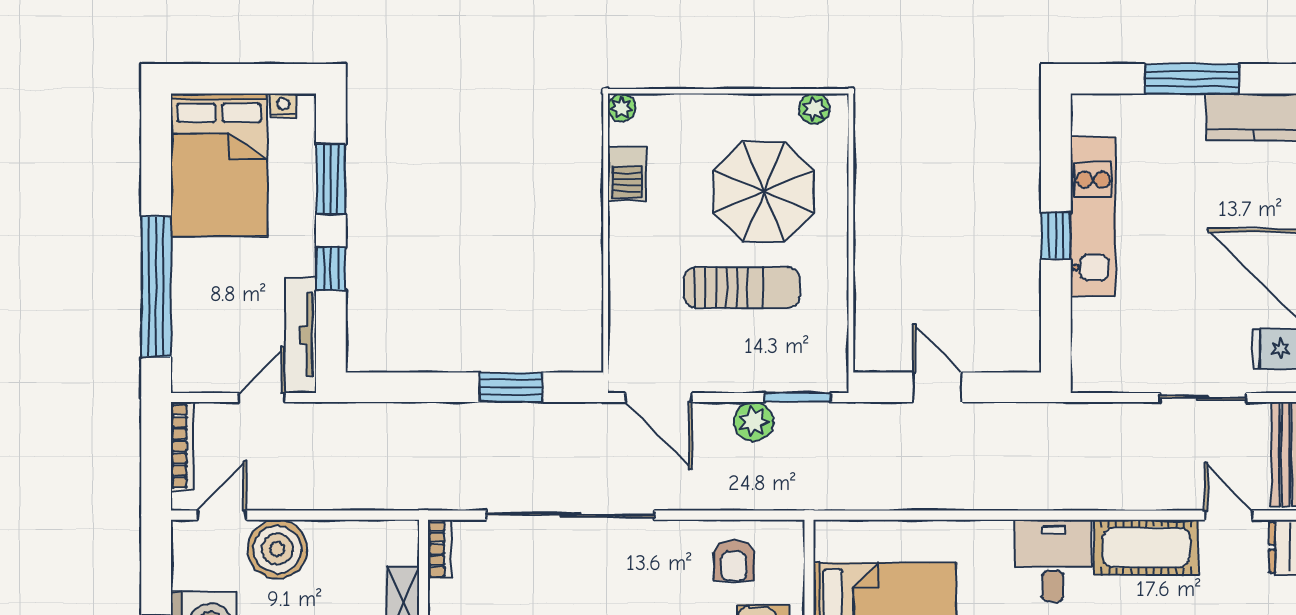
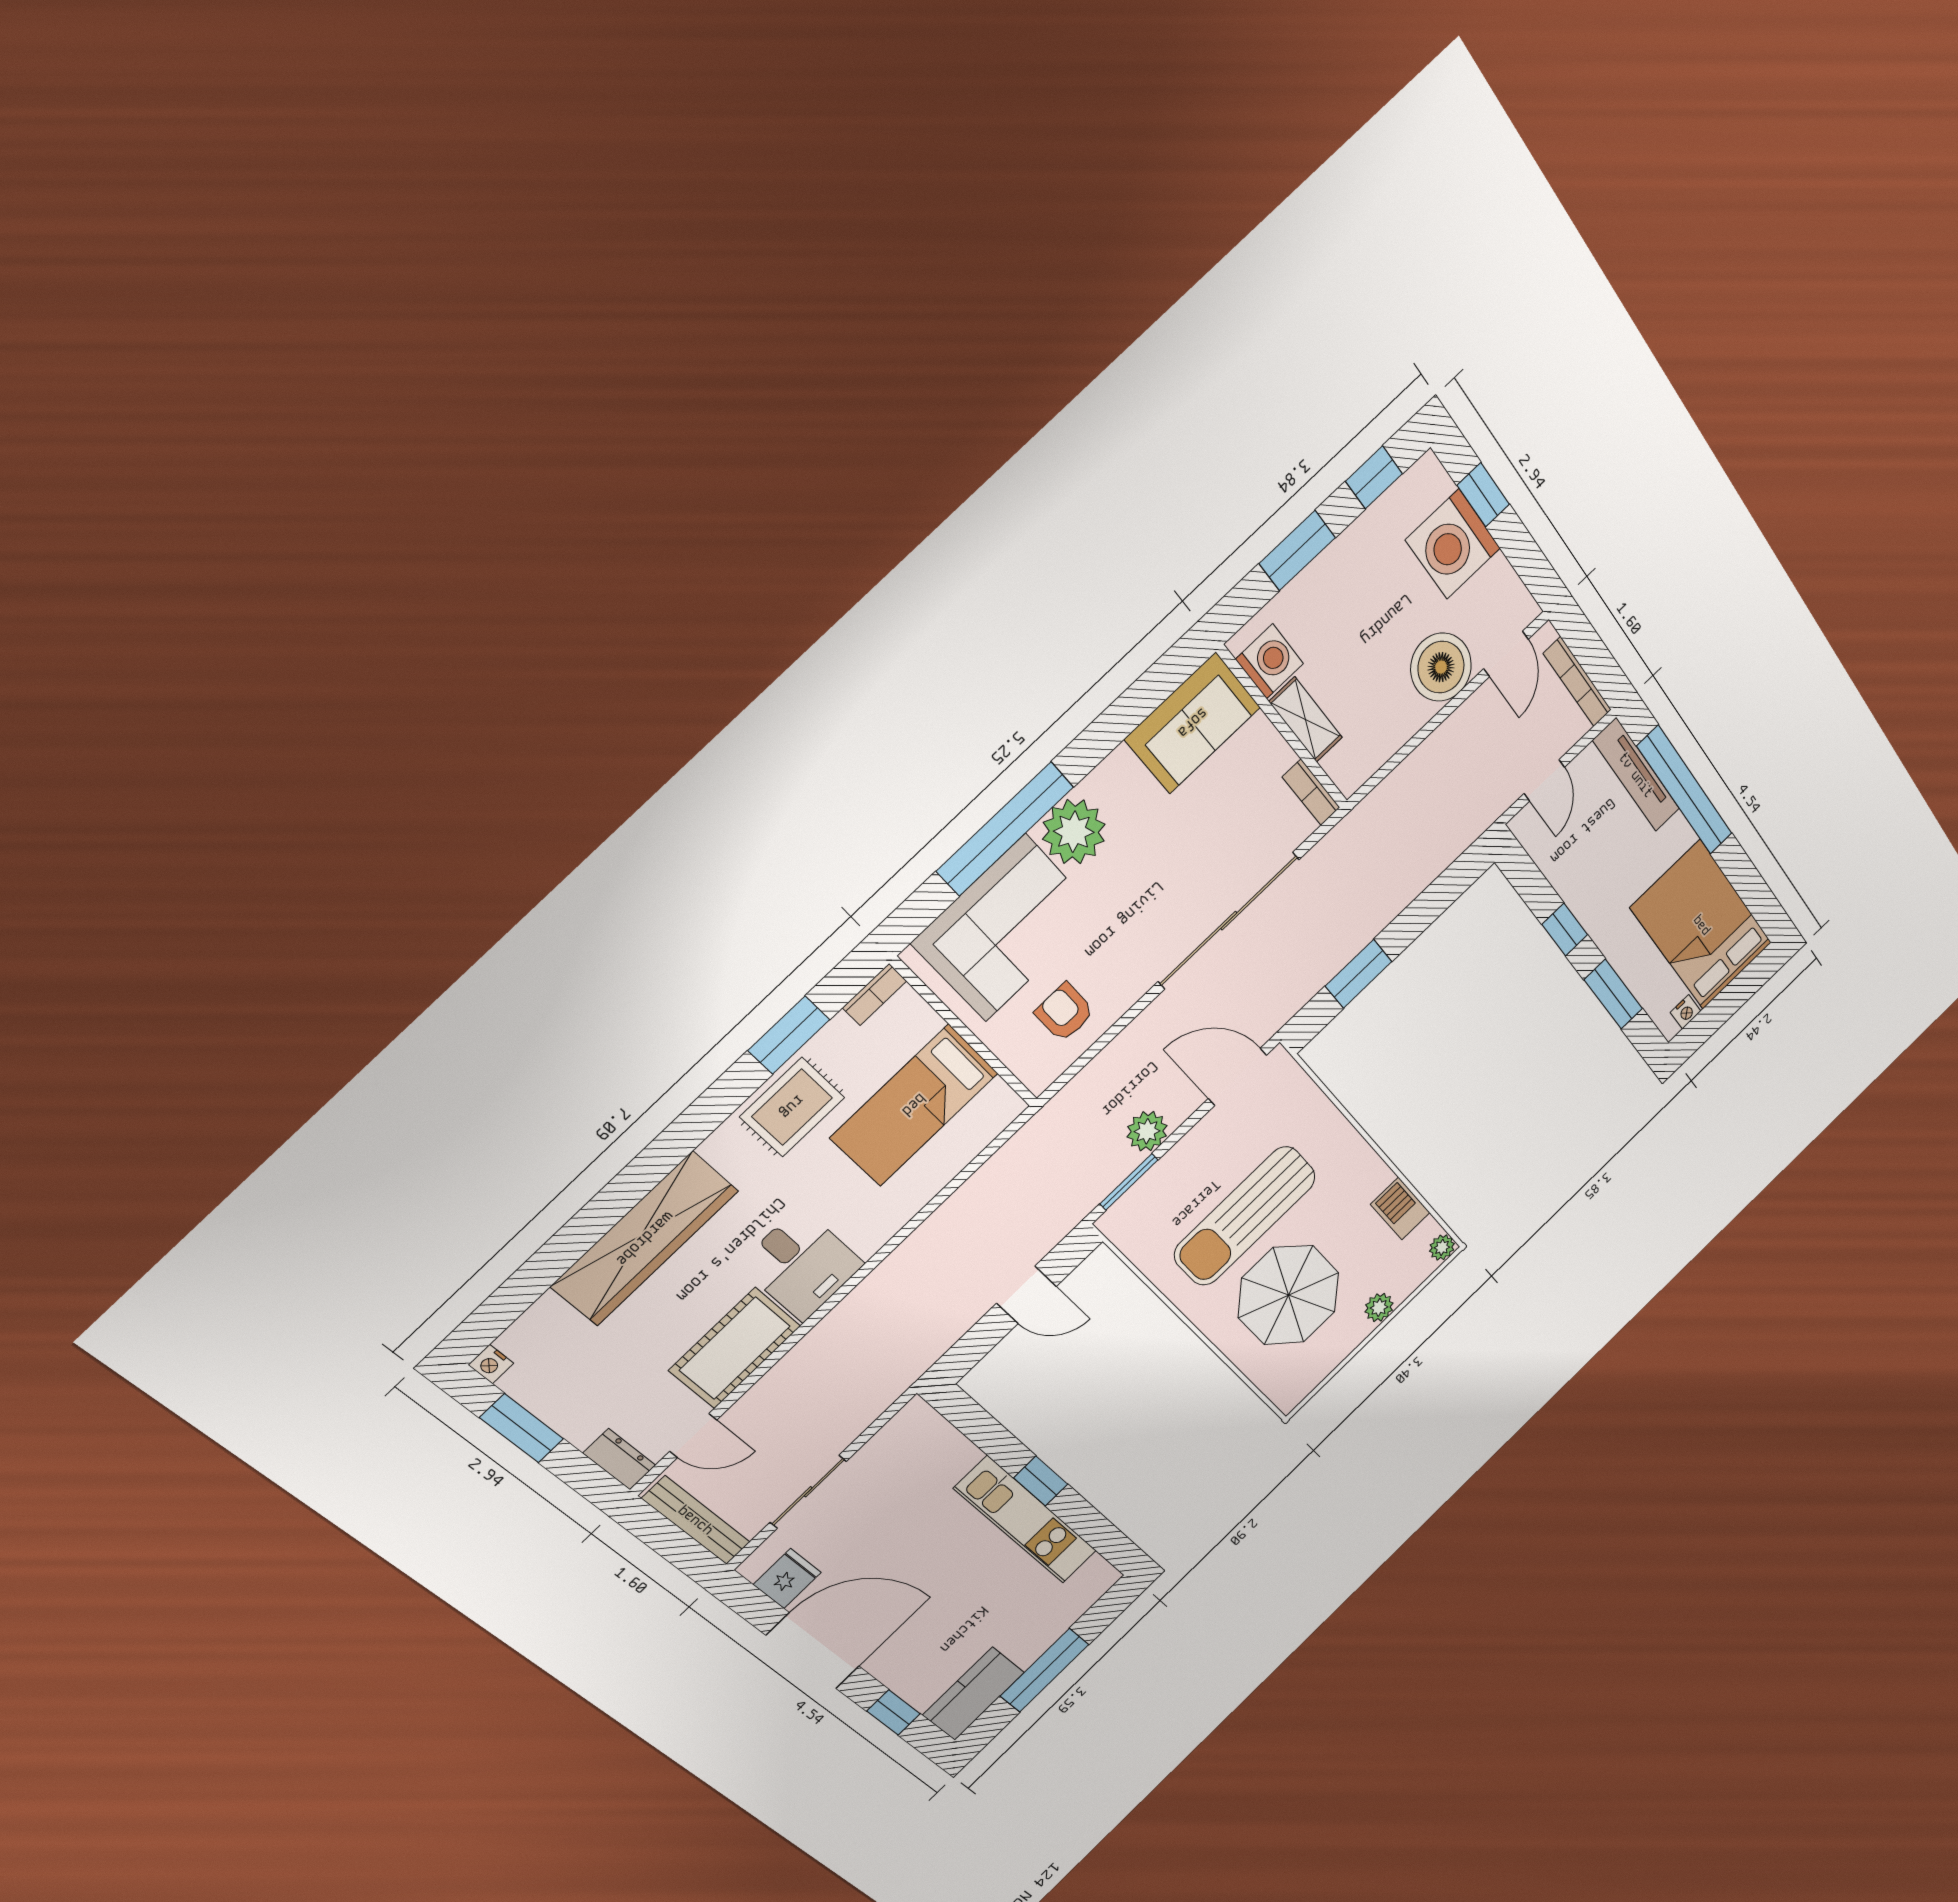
plant: (814, 109) -> (1379, 1307), moved
sun lounger: (742, 288) -> (1245, 1216), width x1.36, depth x1.34
tv unit: (300, 335) -> (1636, 775), moved, turned 180

